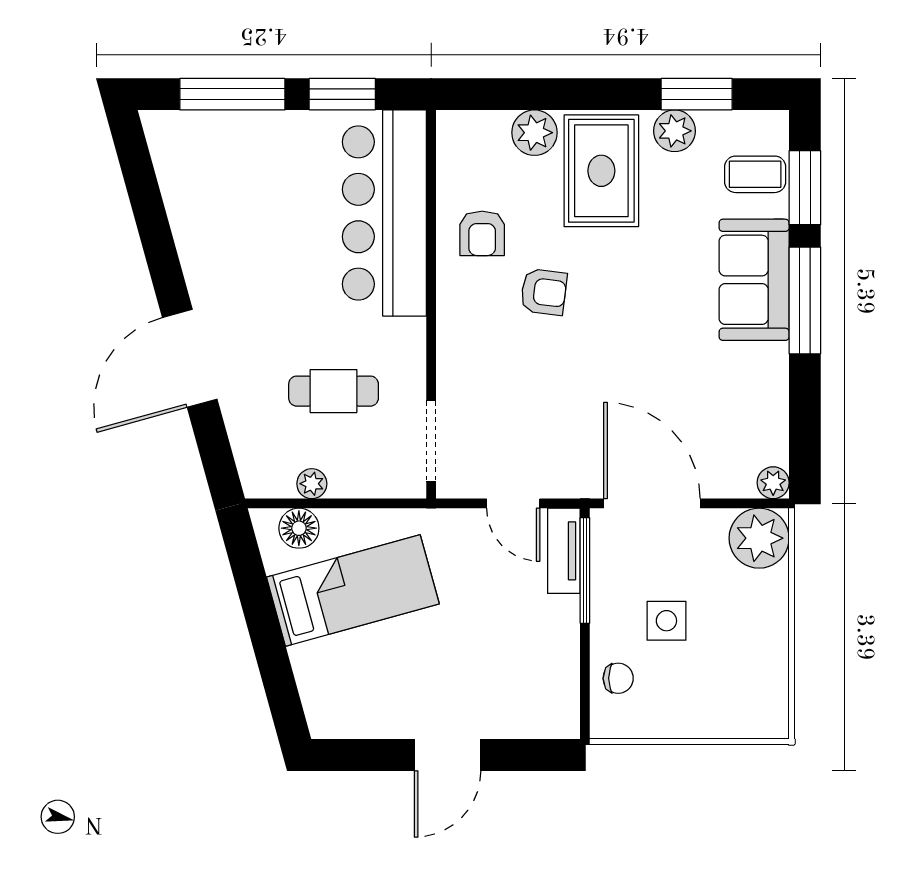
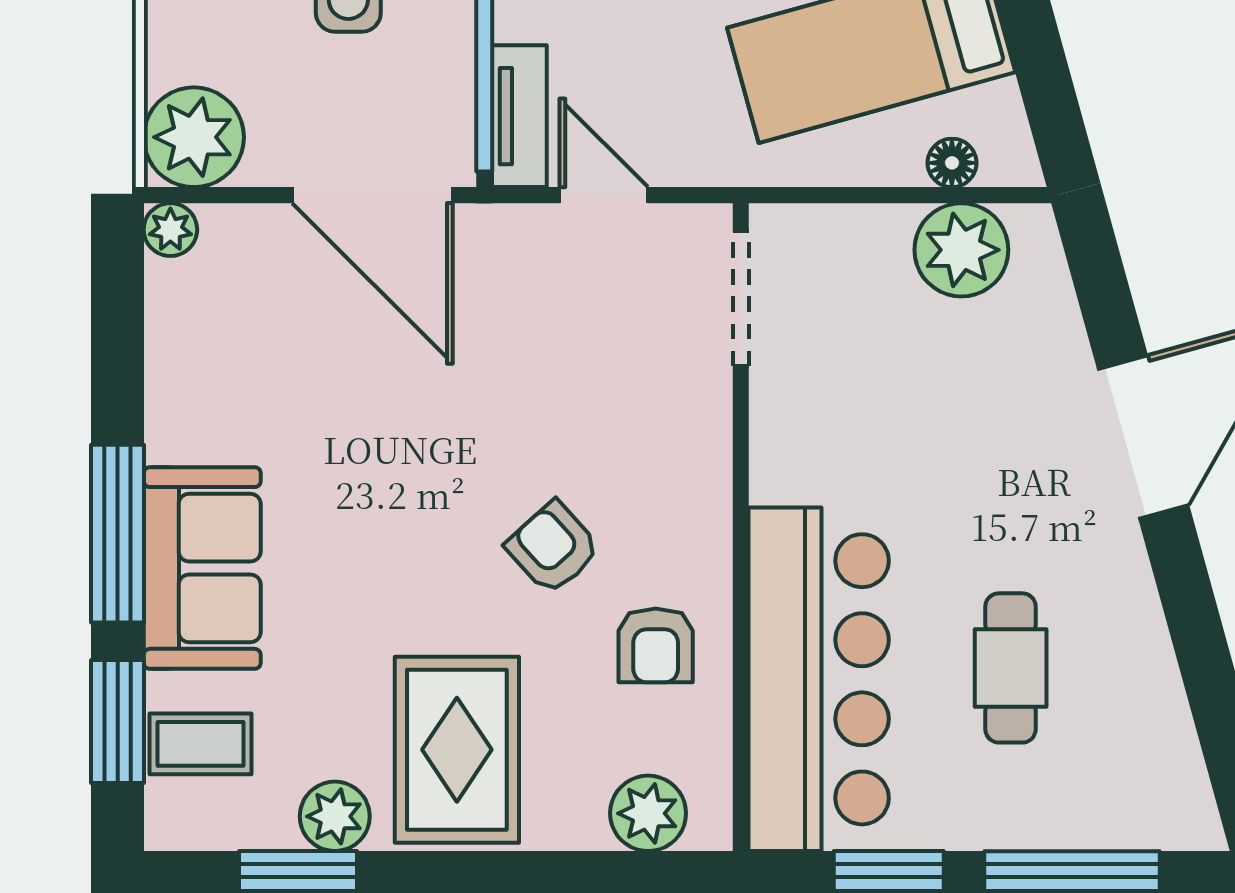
plant: (534, 133) -> (648, 813), moved
armchair: (482, 233) -> (656, 645), turned 180
armchair: (544, 292) -> (553, 548), turned 41
cafe table: (334, 391) -> (1011, 668), moved, turned 90
plant: (312, 484) -> (961, 250), width x1.87, depth x1.87
floor lamp: (299, 528) -> (952, 163), width x0.73, depth x0.73

